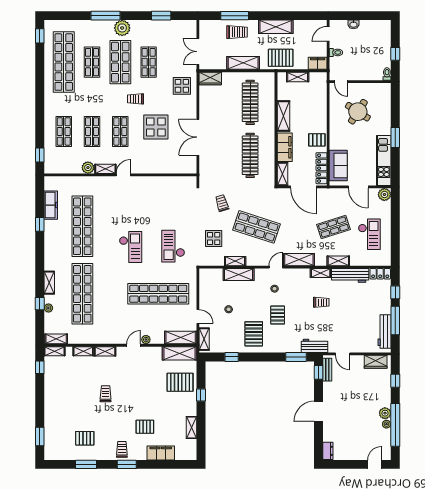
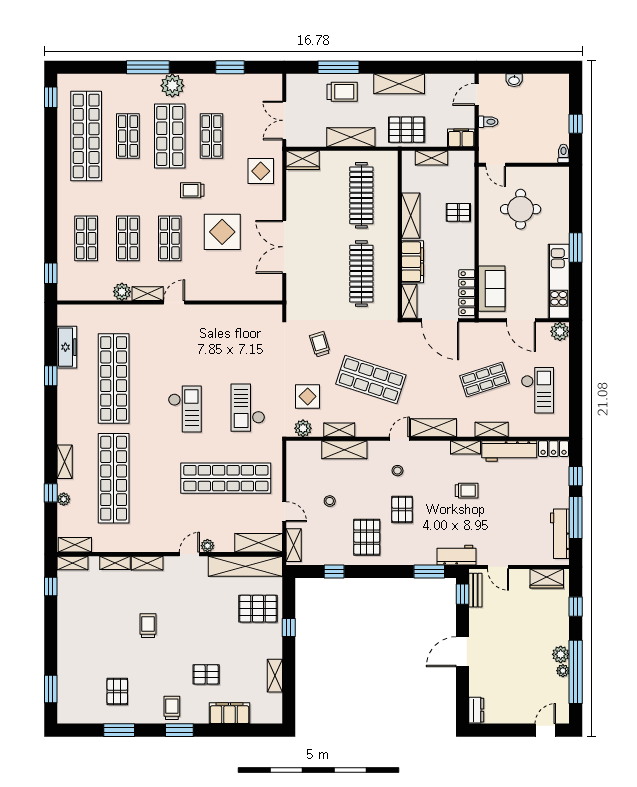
round table: (358, 112) -> (521, 209), turned -33
pallet: (317, 140) -> (458, 212), moved
plant: (211, 260) -> (303, 428), added
shelving: (179, 353) -> (245, 566), width x1.47
pallet: (85, 438) -> (117, 691), turned 90

